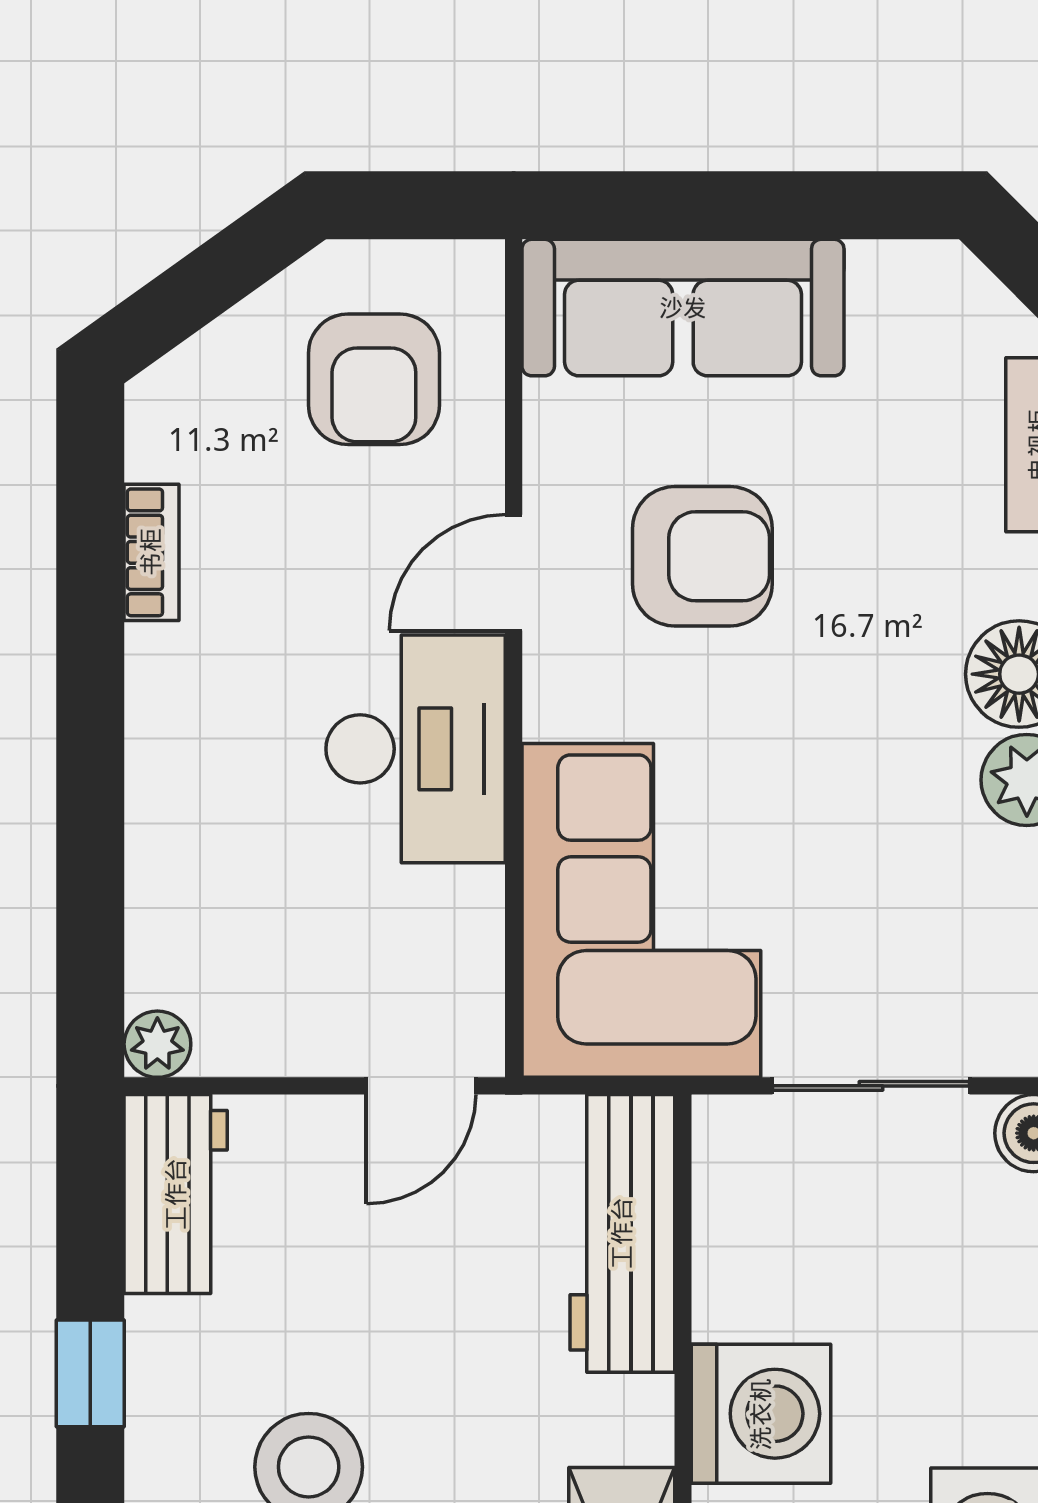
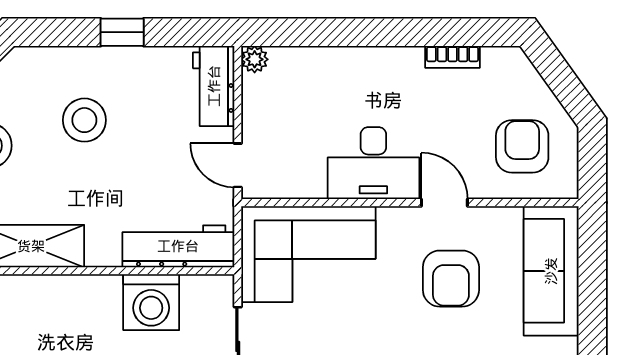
armchair: (374, 379) -> (522, 146), turned 90
workbench: (176, 1194) -> (214, 86), moved, turned 90
washing machine: (761, 1414) -> (151, 302), moved

